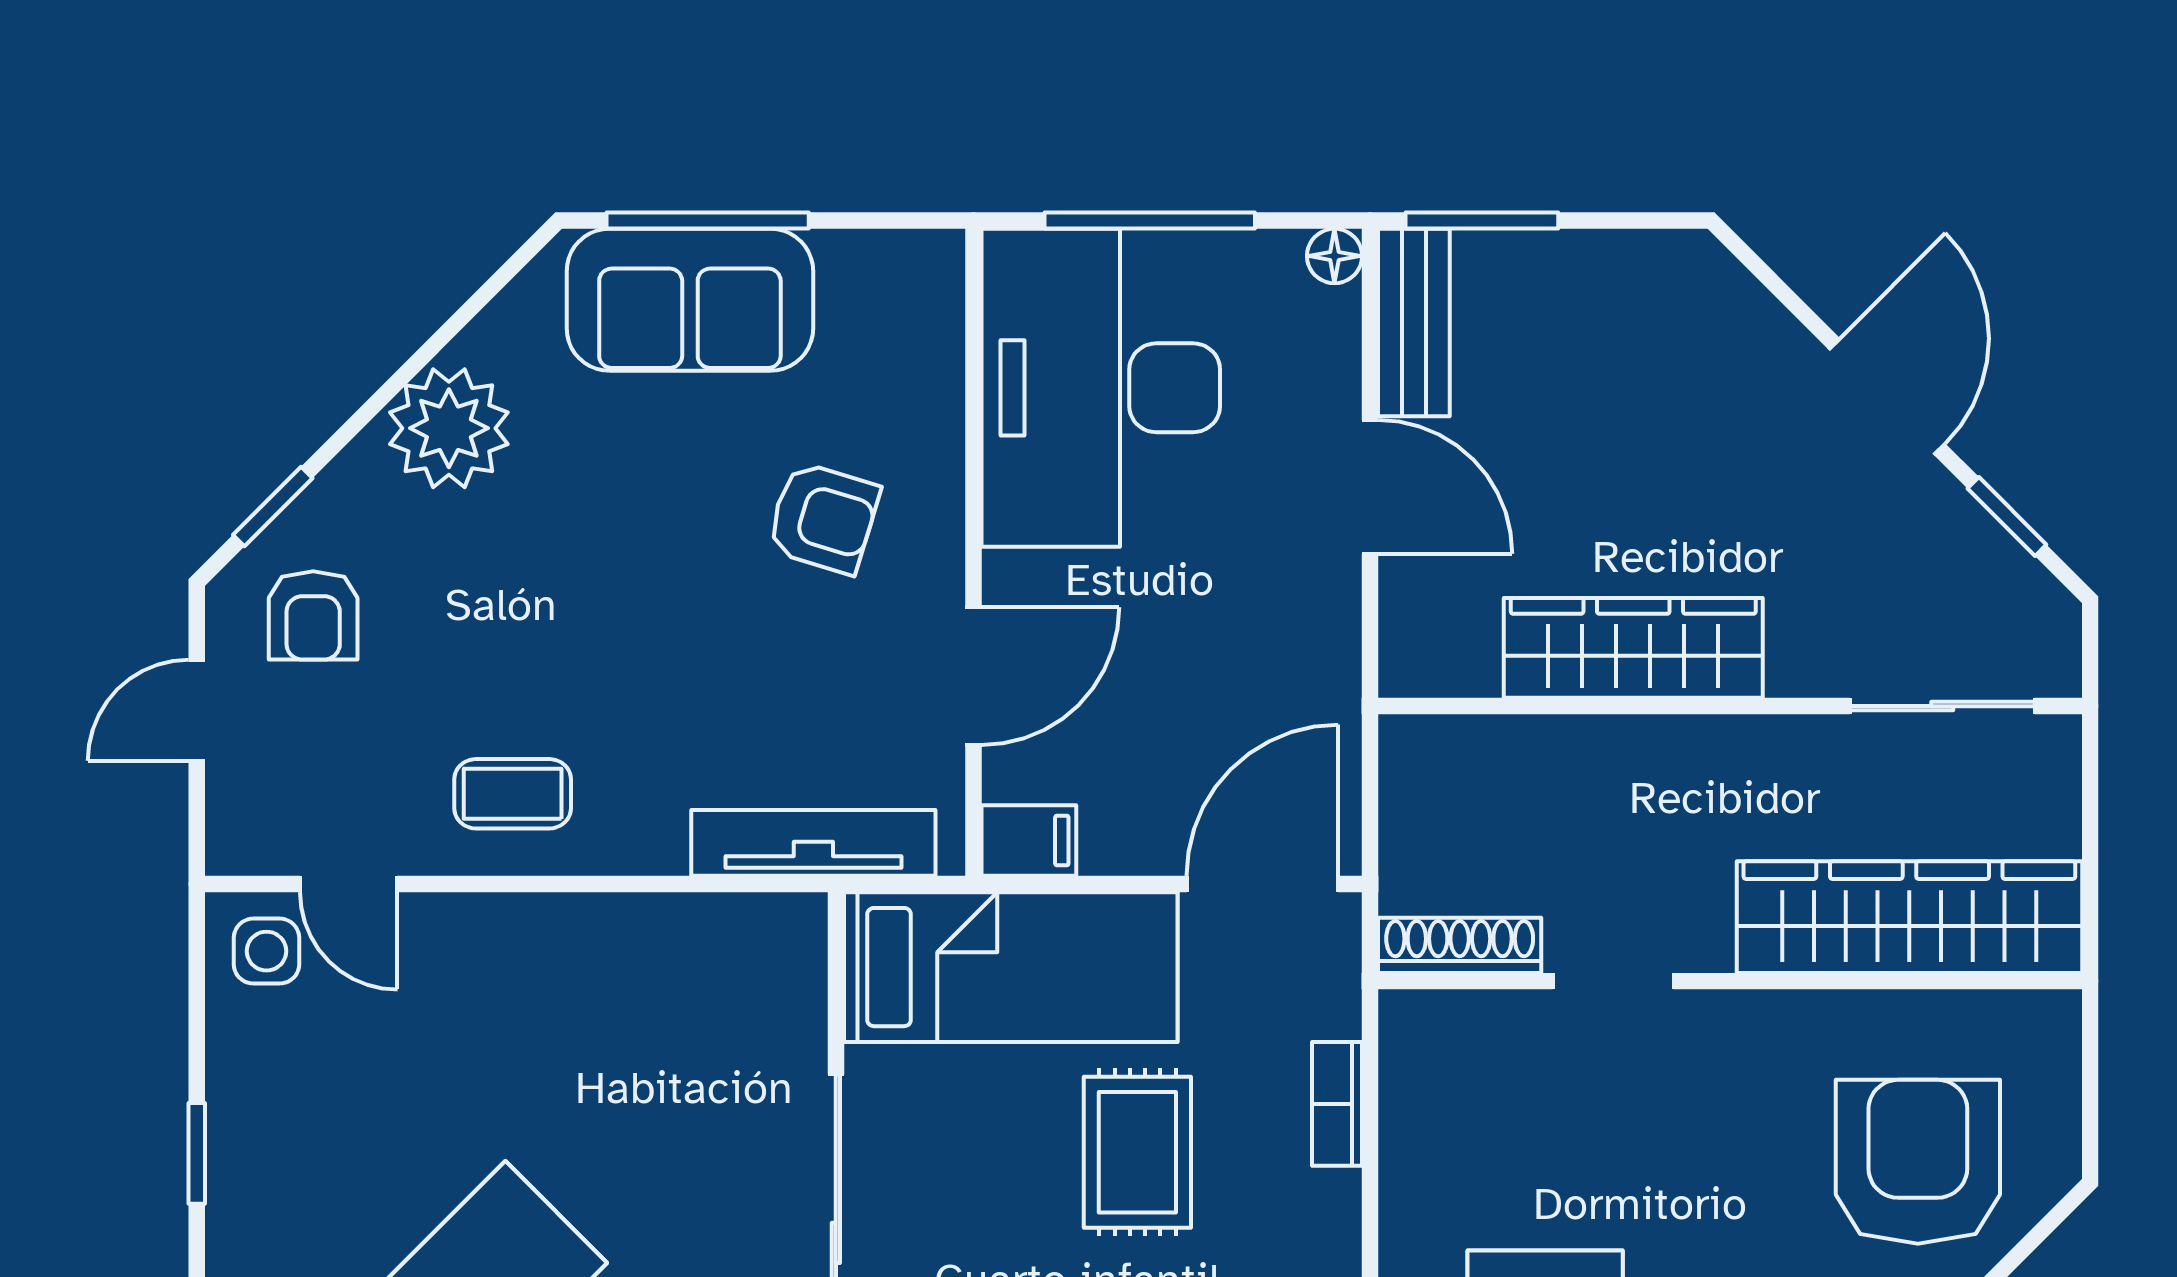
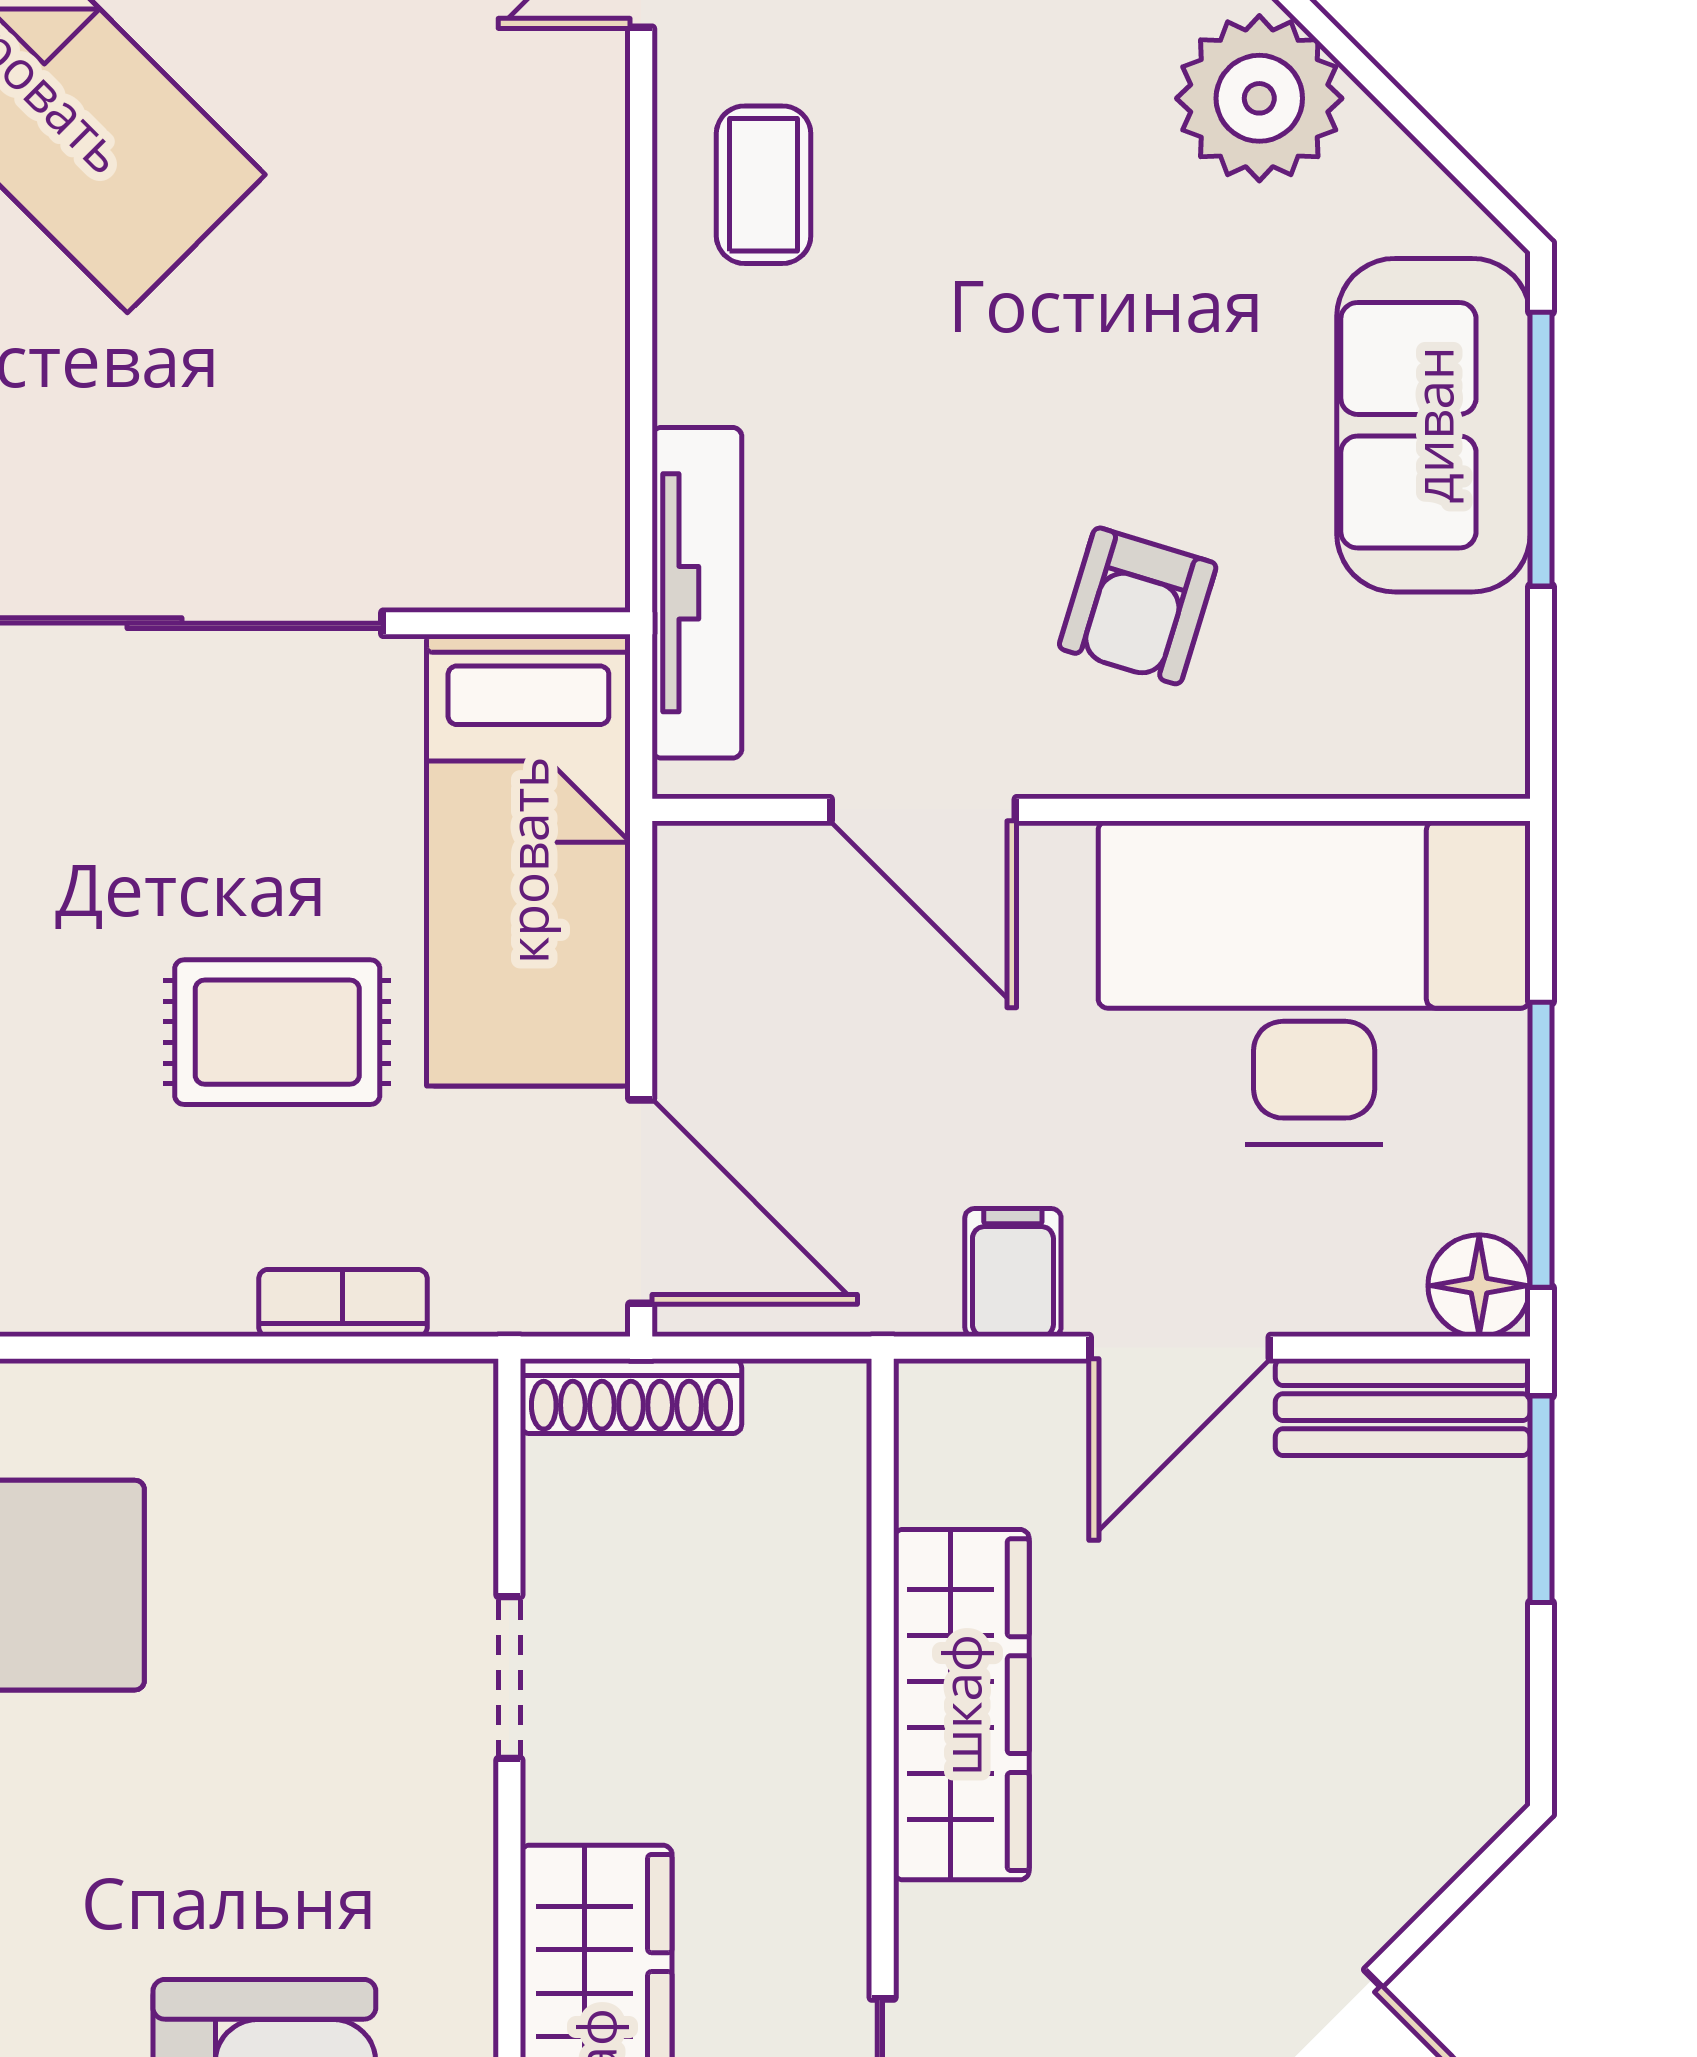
window: (1150, 220) -> (1541, 1145), moved
floor lamp: (1334, 256) -> (1479, 1286), width x1.37, depth x1.37
filing cabinet: (1029, 841) -> (1013, 1273), moved, turned 180
shoe rack: (1460, 945) -> (631, 1396), moved, turned 90

